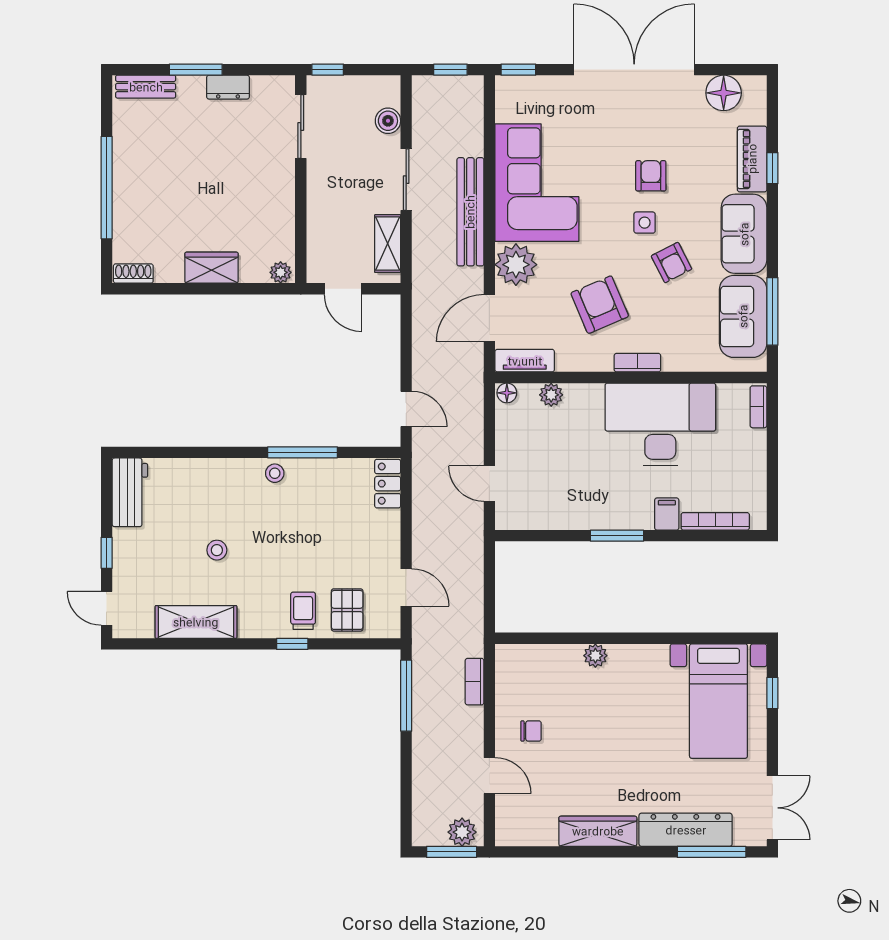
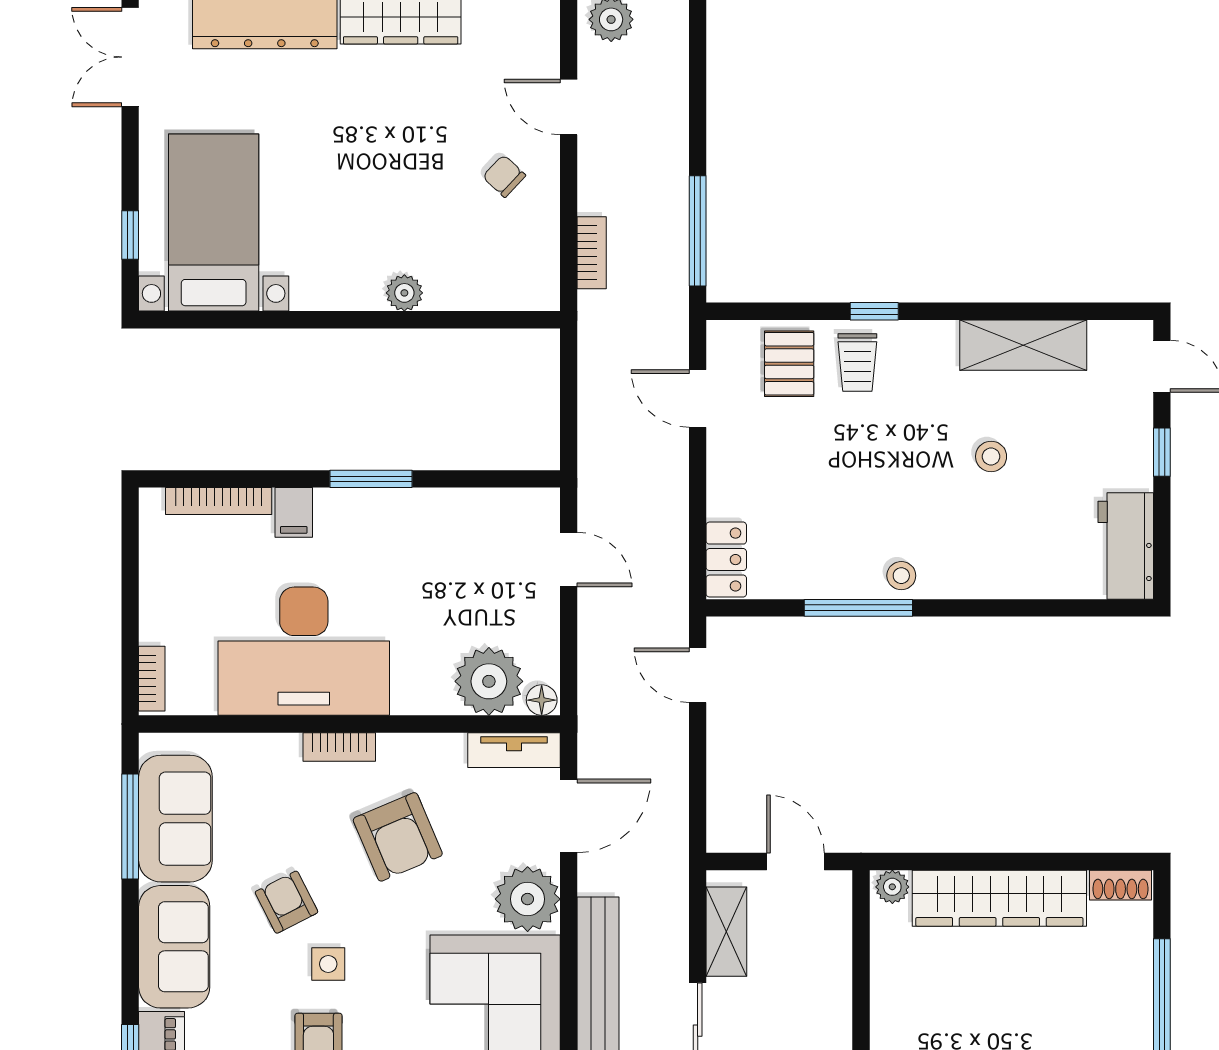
wardrobe: (211, 268) -> (999, 898), width x2.10, depth x1.17
plant: (551, 395) -> (489, 681), width x1.88, depth x1.88
chair: (531, 731) -> (504, 176), turned 43

